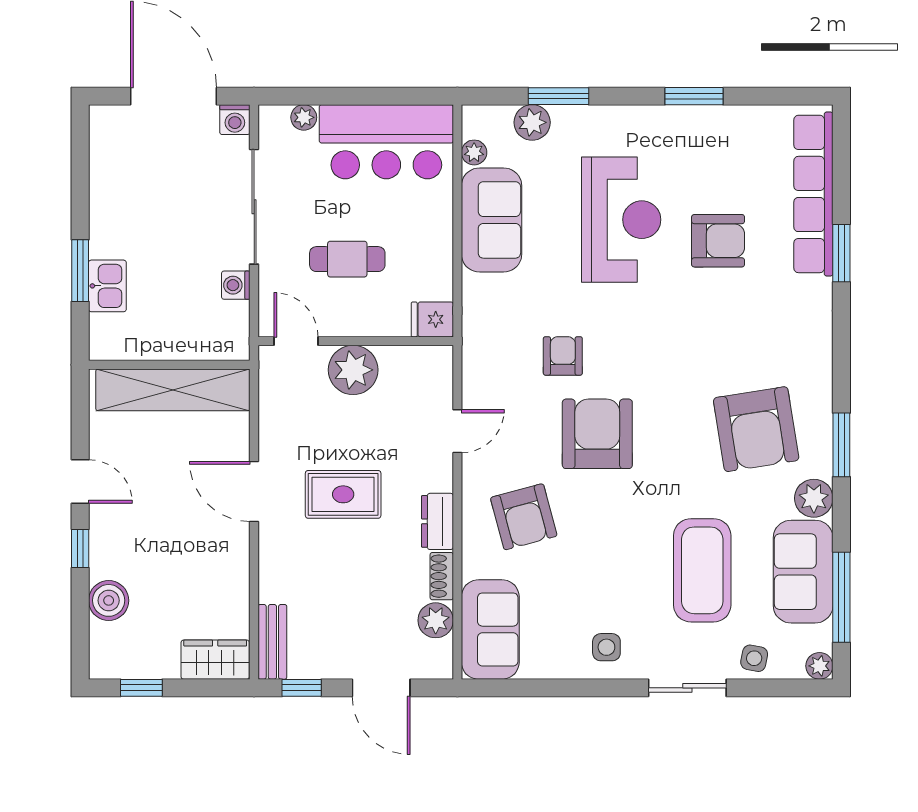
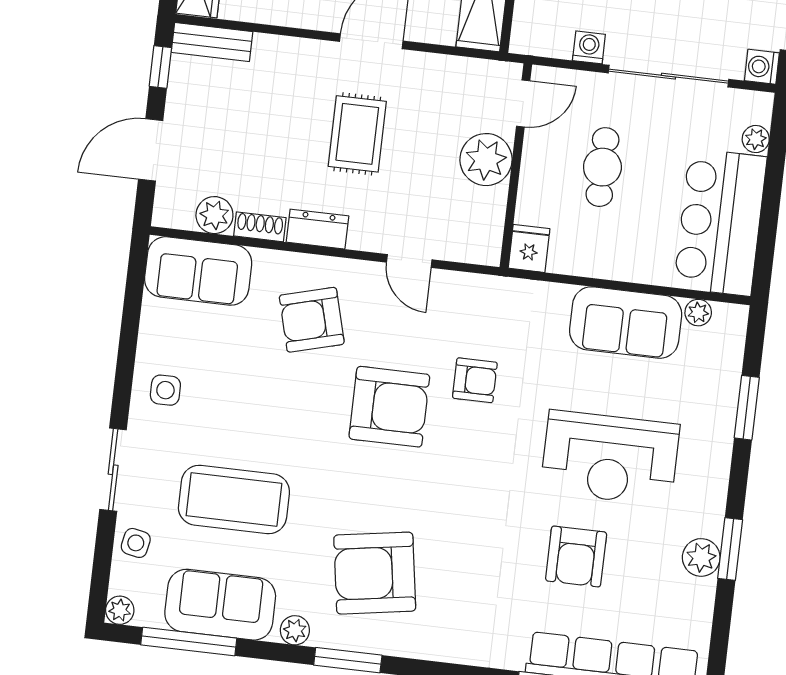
plant: (532, 122) -> (701, 557), moved
plant: (814, 498) -> (295, 630), width x0.73, depth x0.73

